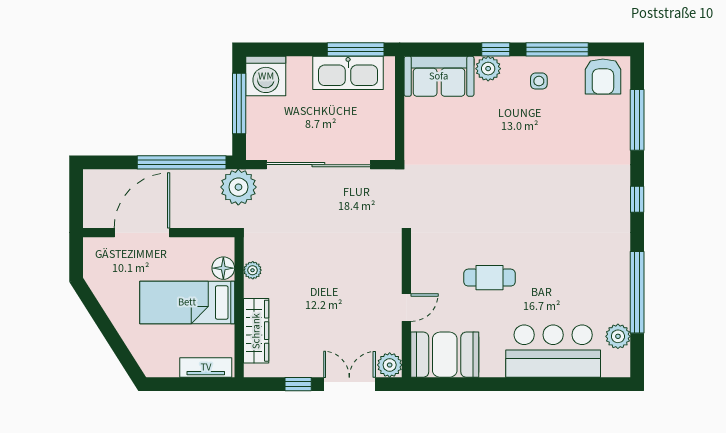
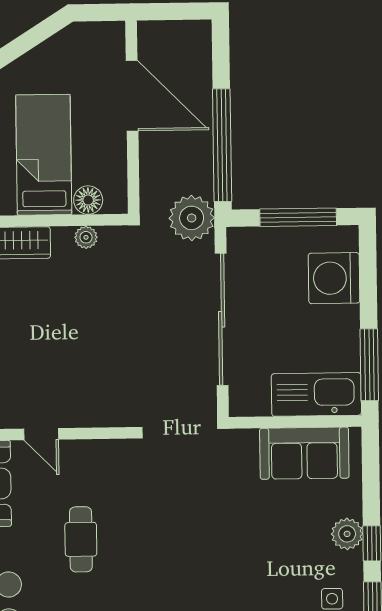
kitchen sink: (348, 73) -> (316, 394), moved, turned 90
washing machine: (266, 76) -> (334, 278), moved
sofa: (439, 76) -> (304, 453), moved, turned -90

